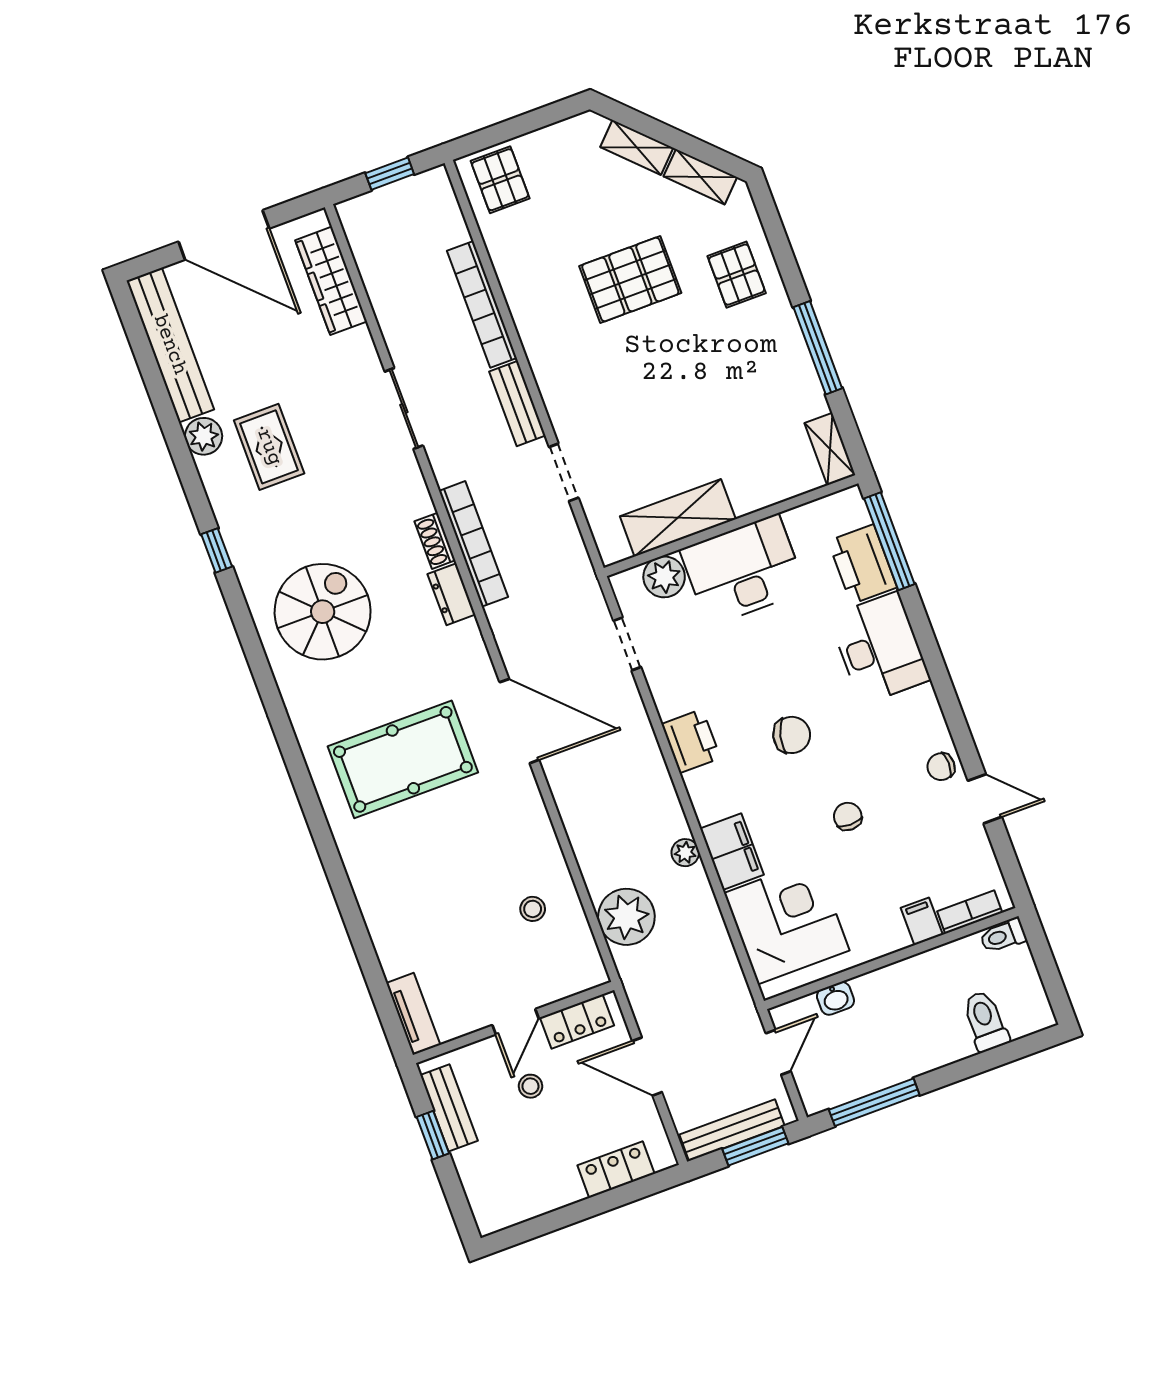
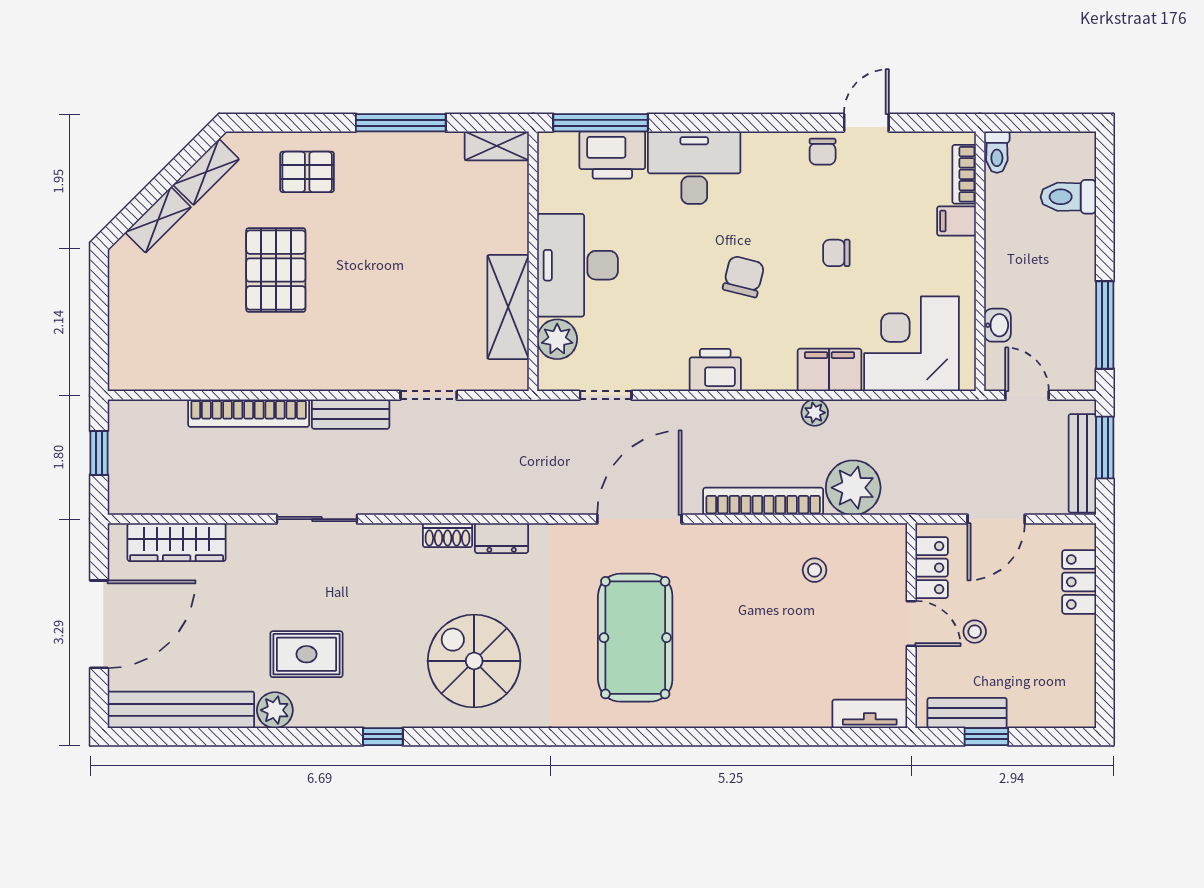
pallet: (500, 180) -> (142, 355), removed
bookcase: (473, 544) -> (763, 501), moved

